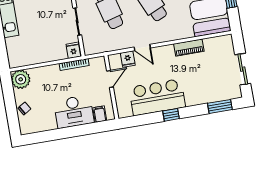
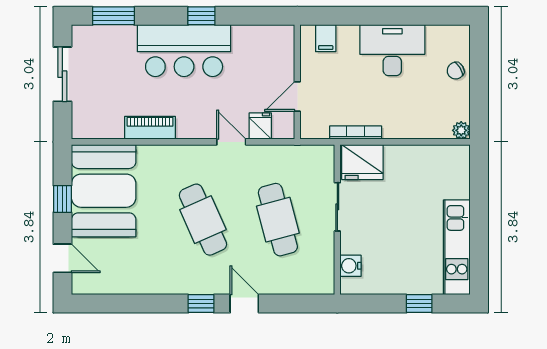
fridge: (73, 50) -> (362, 162), width x1.88, depth x1.34
plant: (21, 79) -> (461, 130), width x0.53, depth x0.53
bar counter: (157, 97) -> (184, 51), moved
desk: (74, 112) -> (392, 50), moved

